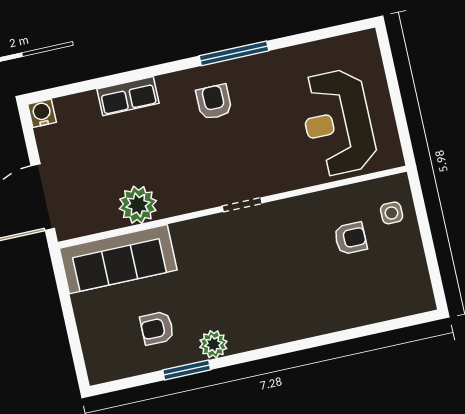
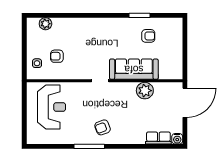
row of seats: (128, 96) -> (158, 138), moved
armchair: (214, 102) -> (103, 127), turned 69
sofa: (118, 259) -> (134, 69), moved
plant: (213, 344) -> (45, 24), moved

